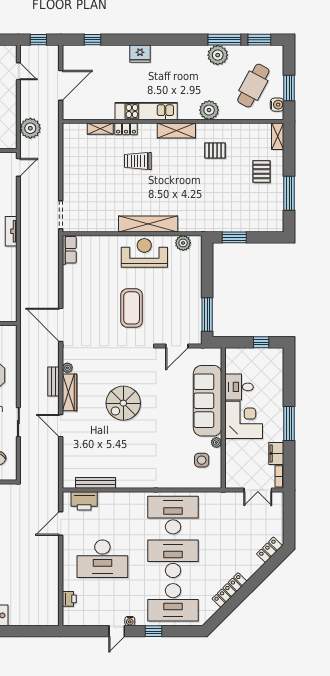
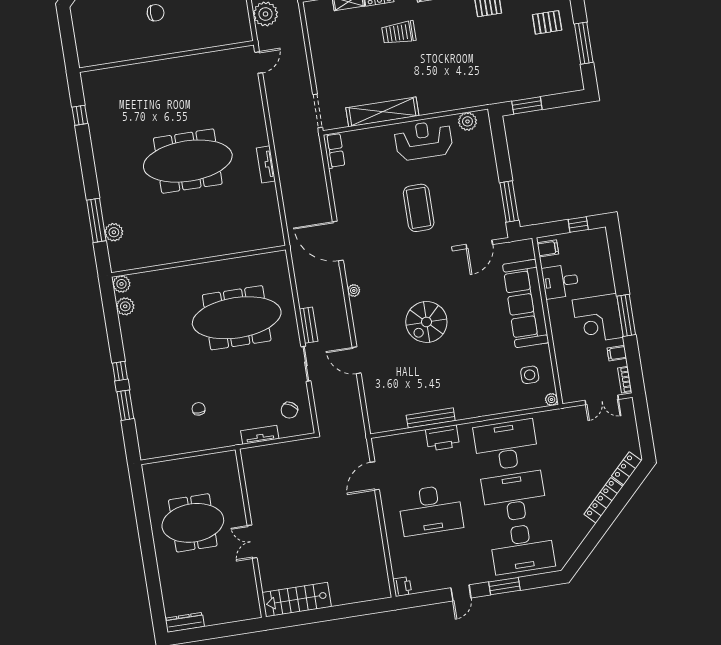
pallet: (261, 172) -> (547, 22), turned 90
shelving: (148, 224) -> (382, 112), moved
tv unit: (11, 231) -> (266, 164), moved
filing cabinet: (233, 358) -> (548, 248), added
bench: (54, 381) -> (309, 325), moved
wardrobe: (69, 392) -> (361, 319), removed
corner desk: (244, 420) -> (598, 319), moved, turned 180
plant: (216, 442) -> (551, 399), moved
filing cabinet: (276, 453) -> (617, 353), width x0.50
bench: (96, 483) -> (431, 418), moved
printer: (84, 501) -> (443, 438), moved
locker: (229, 590) -> (603, 500), moved
printer: (69, 599) -> (402, 587), moved
water cooler: (130, 621) -> (475, 579), removed
window: (154, 631) -> (504, 586), width x1.50

